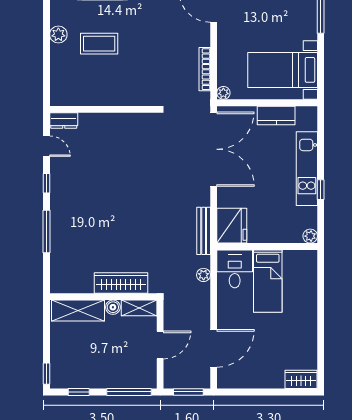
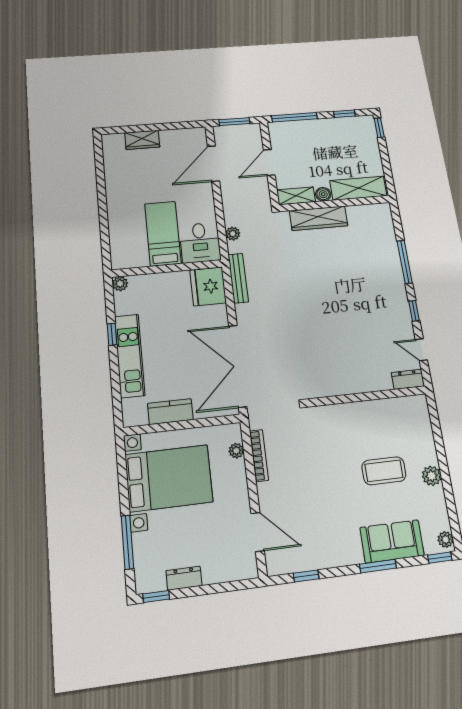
bed with nightstands: (283, 70) -> (169, 478), width x1.36
plant: (223, 93) -> (236, 451), moved
wardrobe: (301, 379) -> (142, 140), moved

